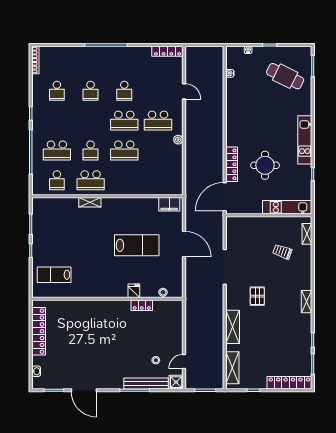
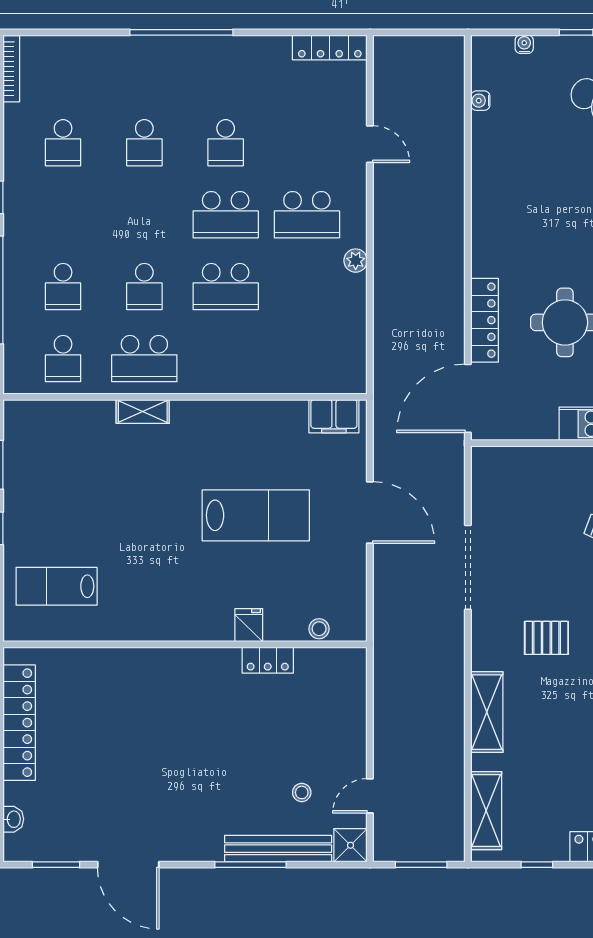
school desk: (57, 150) -> (63, 287), width x0.54
pallet: (257, 296) -> (546, 638), turned 90

